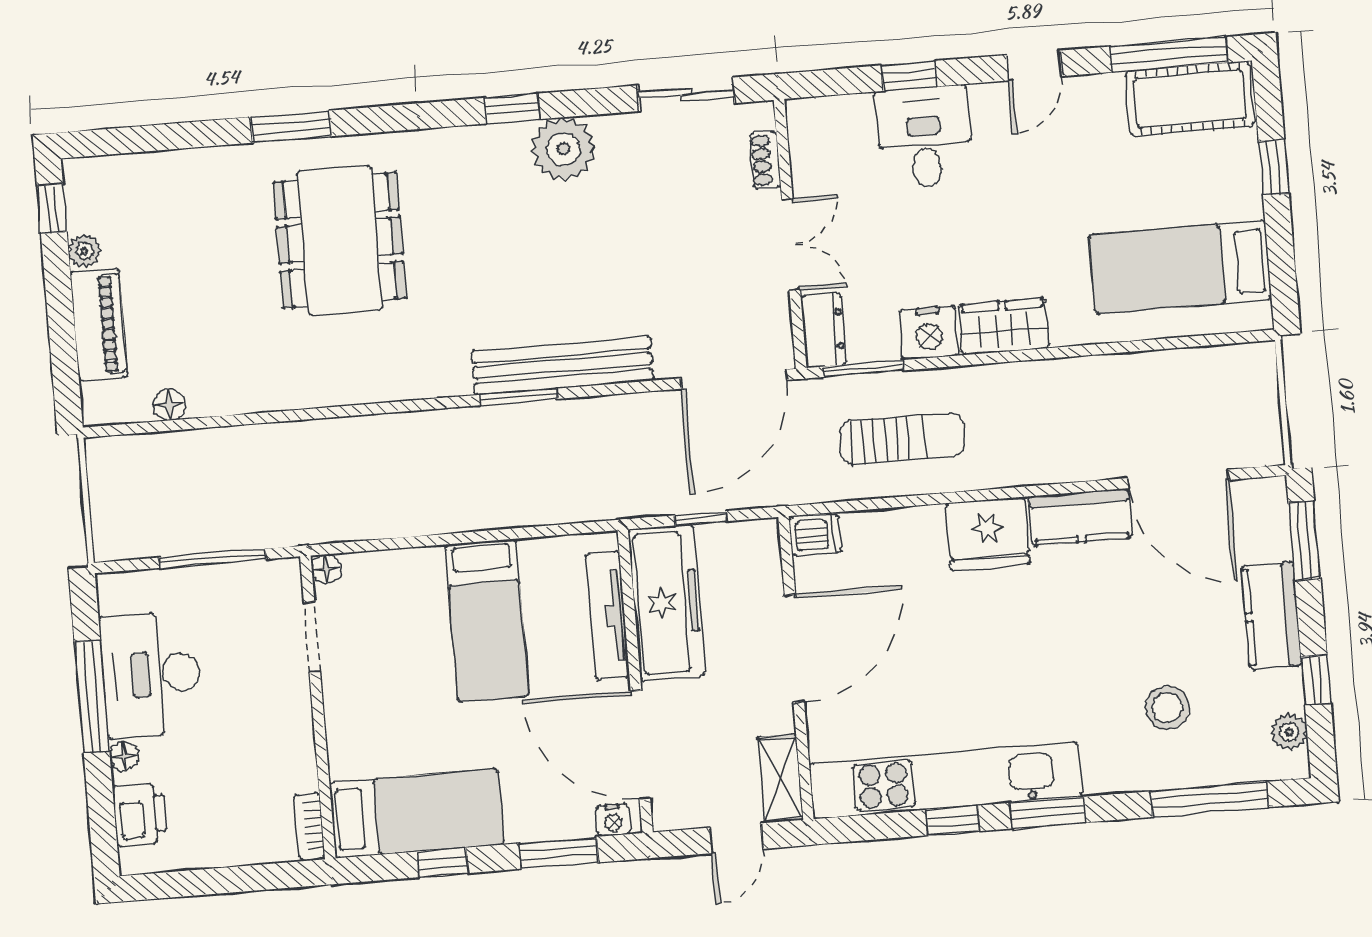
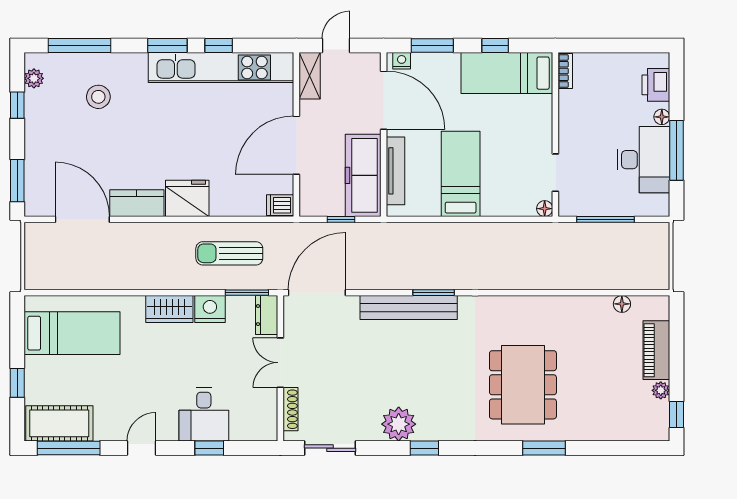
shoe rack: (765, 160) -> (290, 409), width x1.43
kitchen counter: (1272, 615) -> (38, 142), removed

